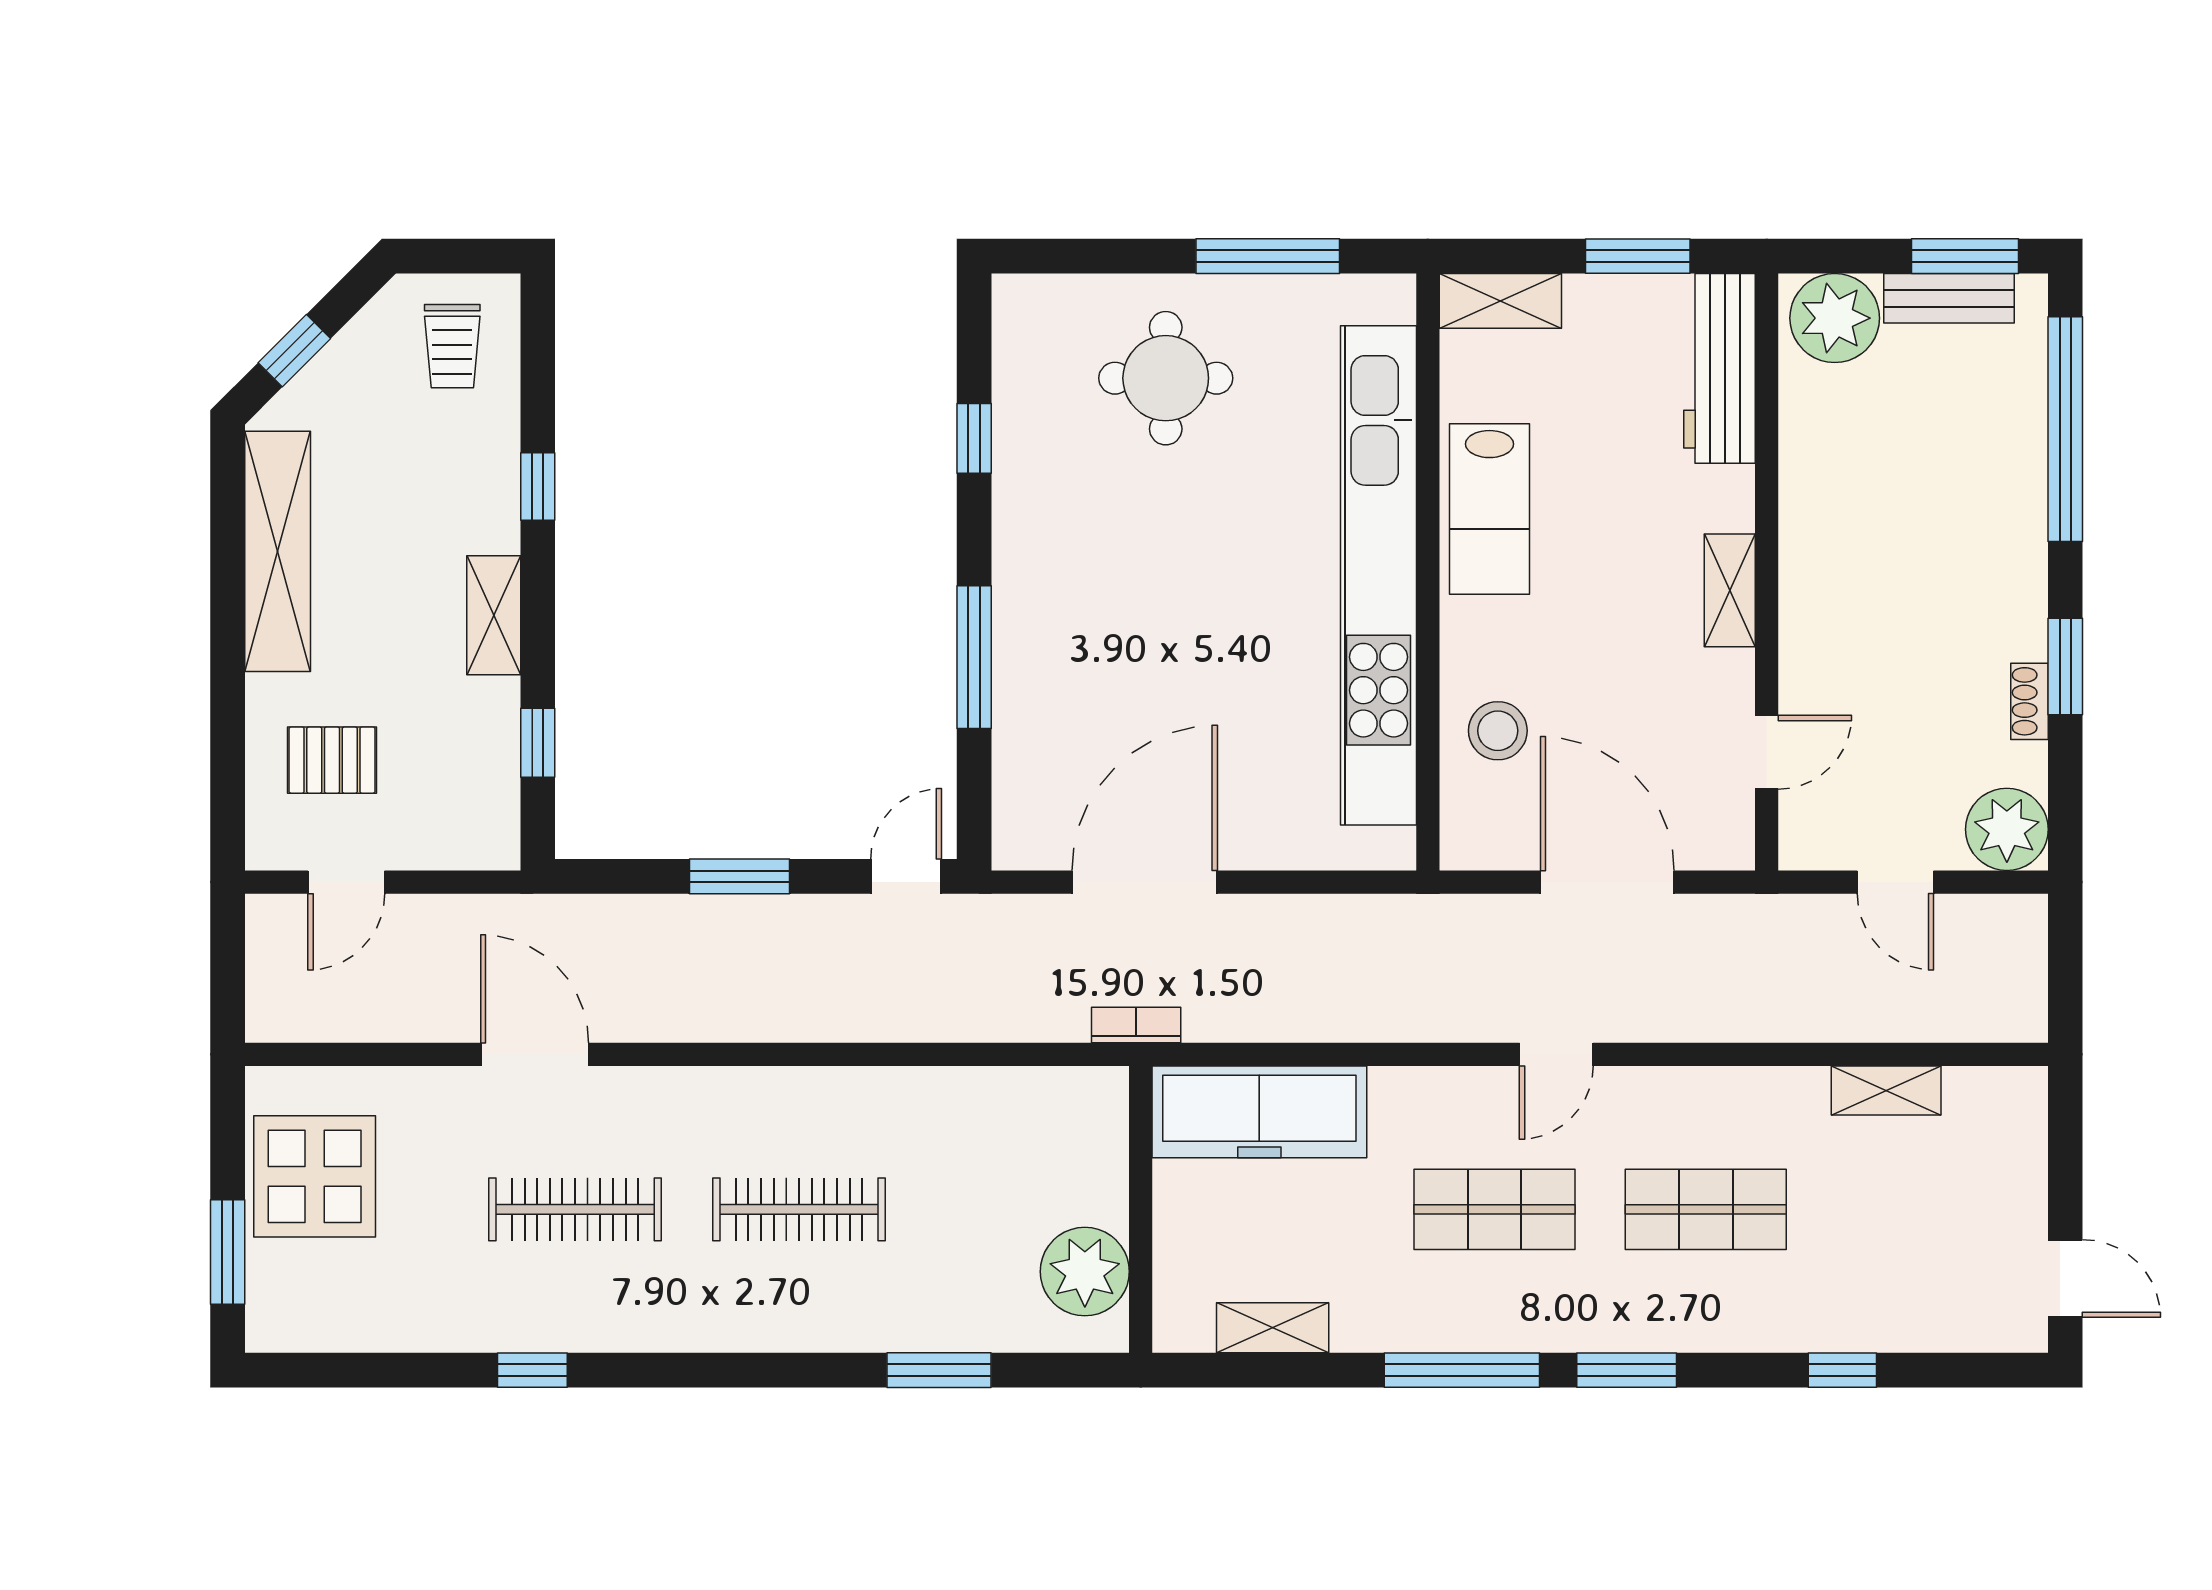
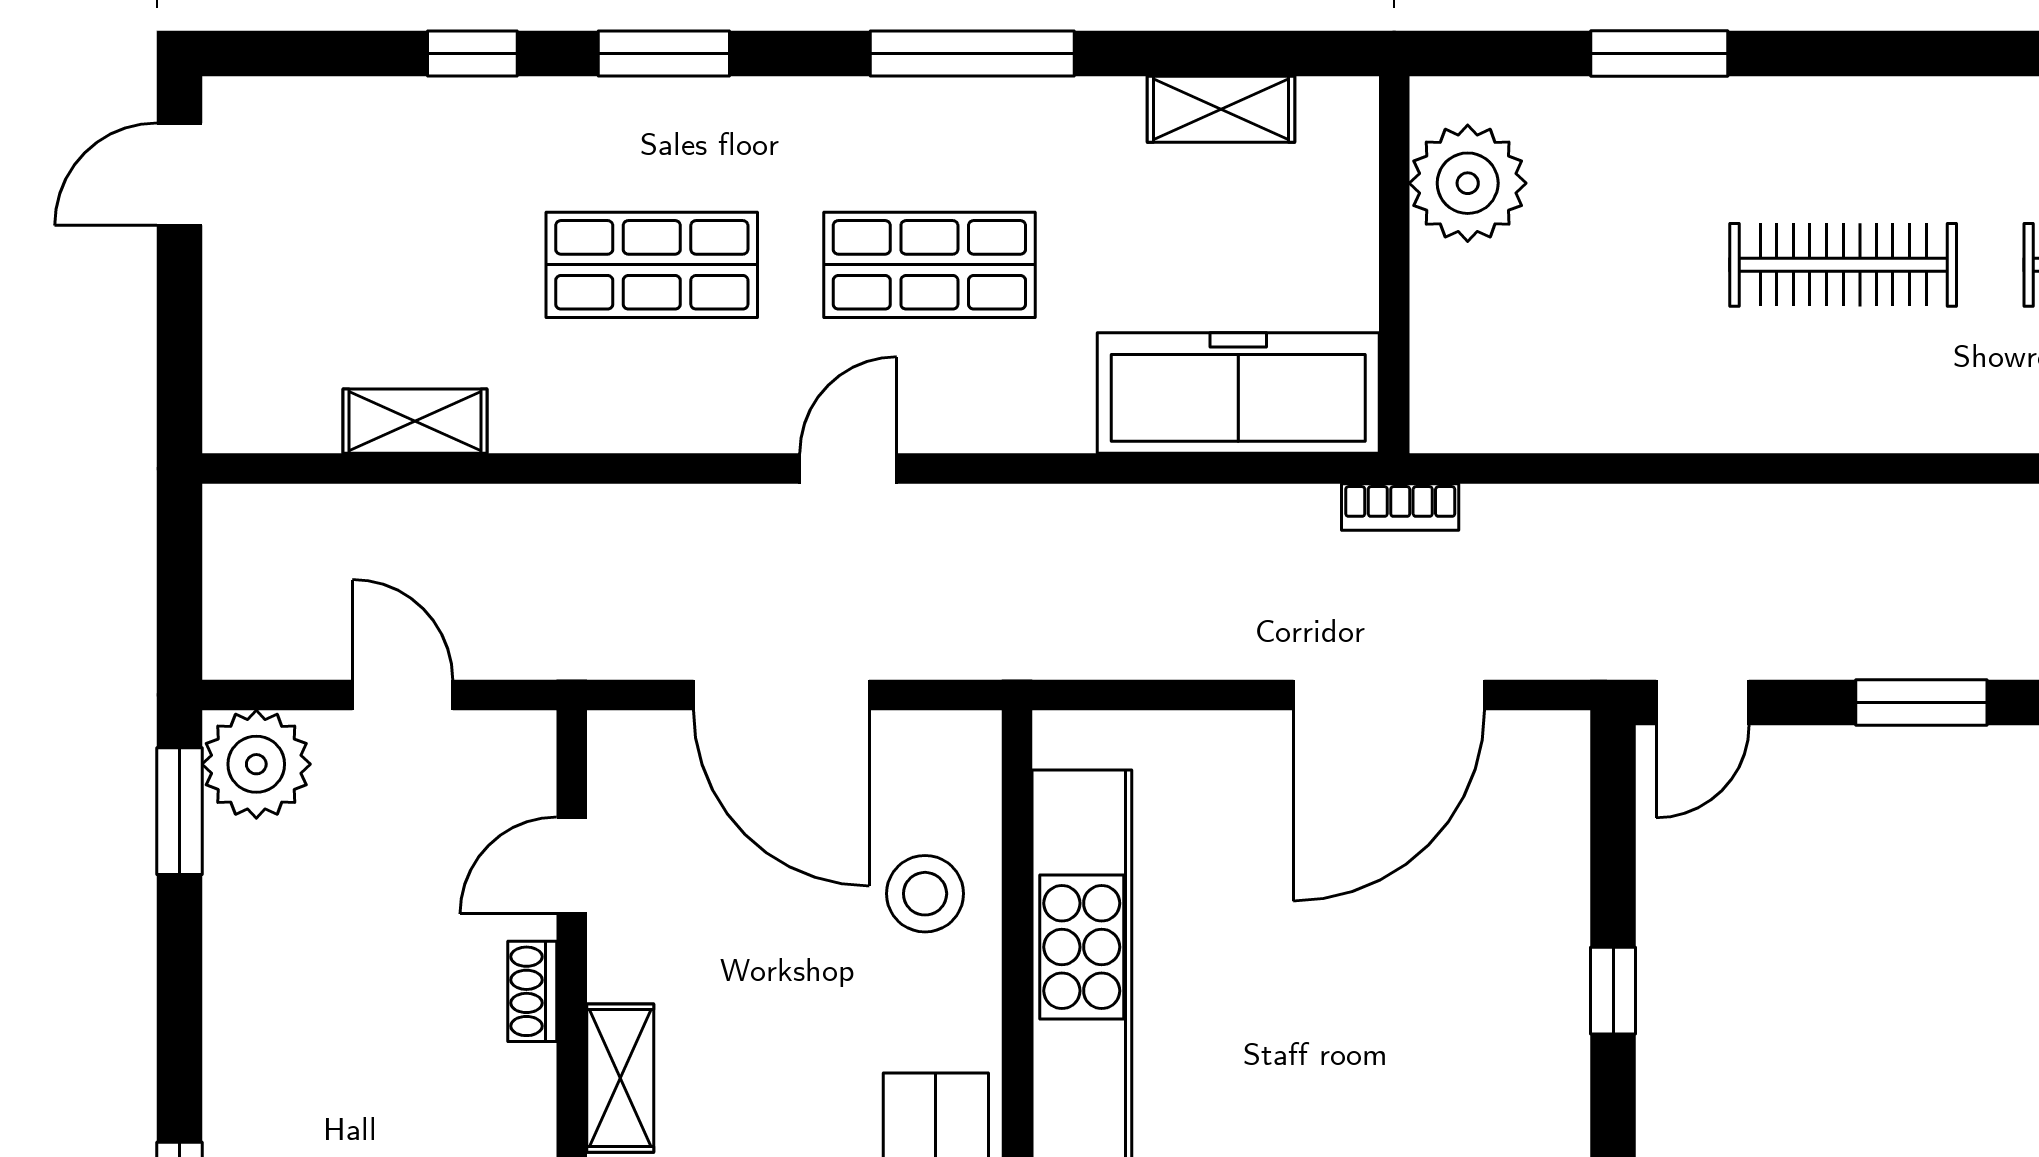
window: (974, 657) -> (1613, 991), width x0.46
window: (2065, 666) -> (179, 811), moved
shoe rack: (2029, 701) -> (532, 991), moved, turned 180
door: (2065, 1278) -> (179, 174), hinge flipped
window: (1627, 1370) -> (664, 54), moved

